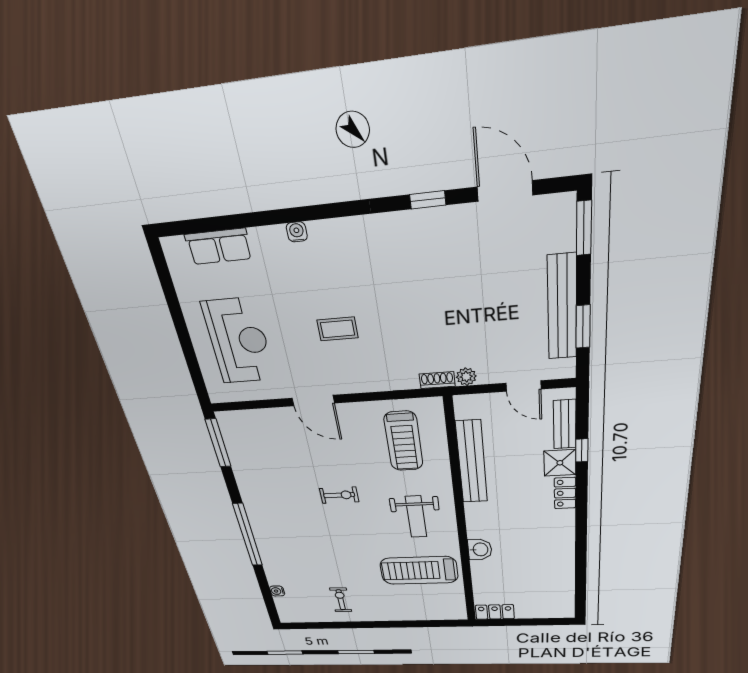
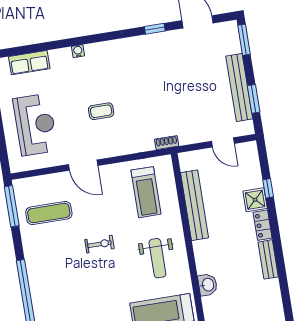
plant: (466, 377) -> (185, 139), removed
bench: (565, 424) -> (268, 259), moved
exercise mat: (269, 455) -> (49, 213), added

